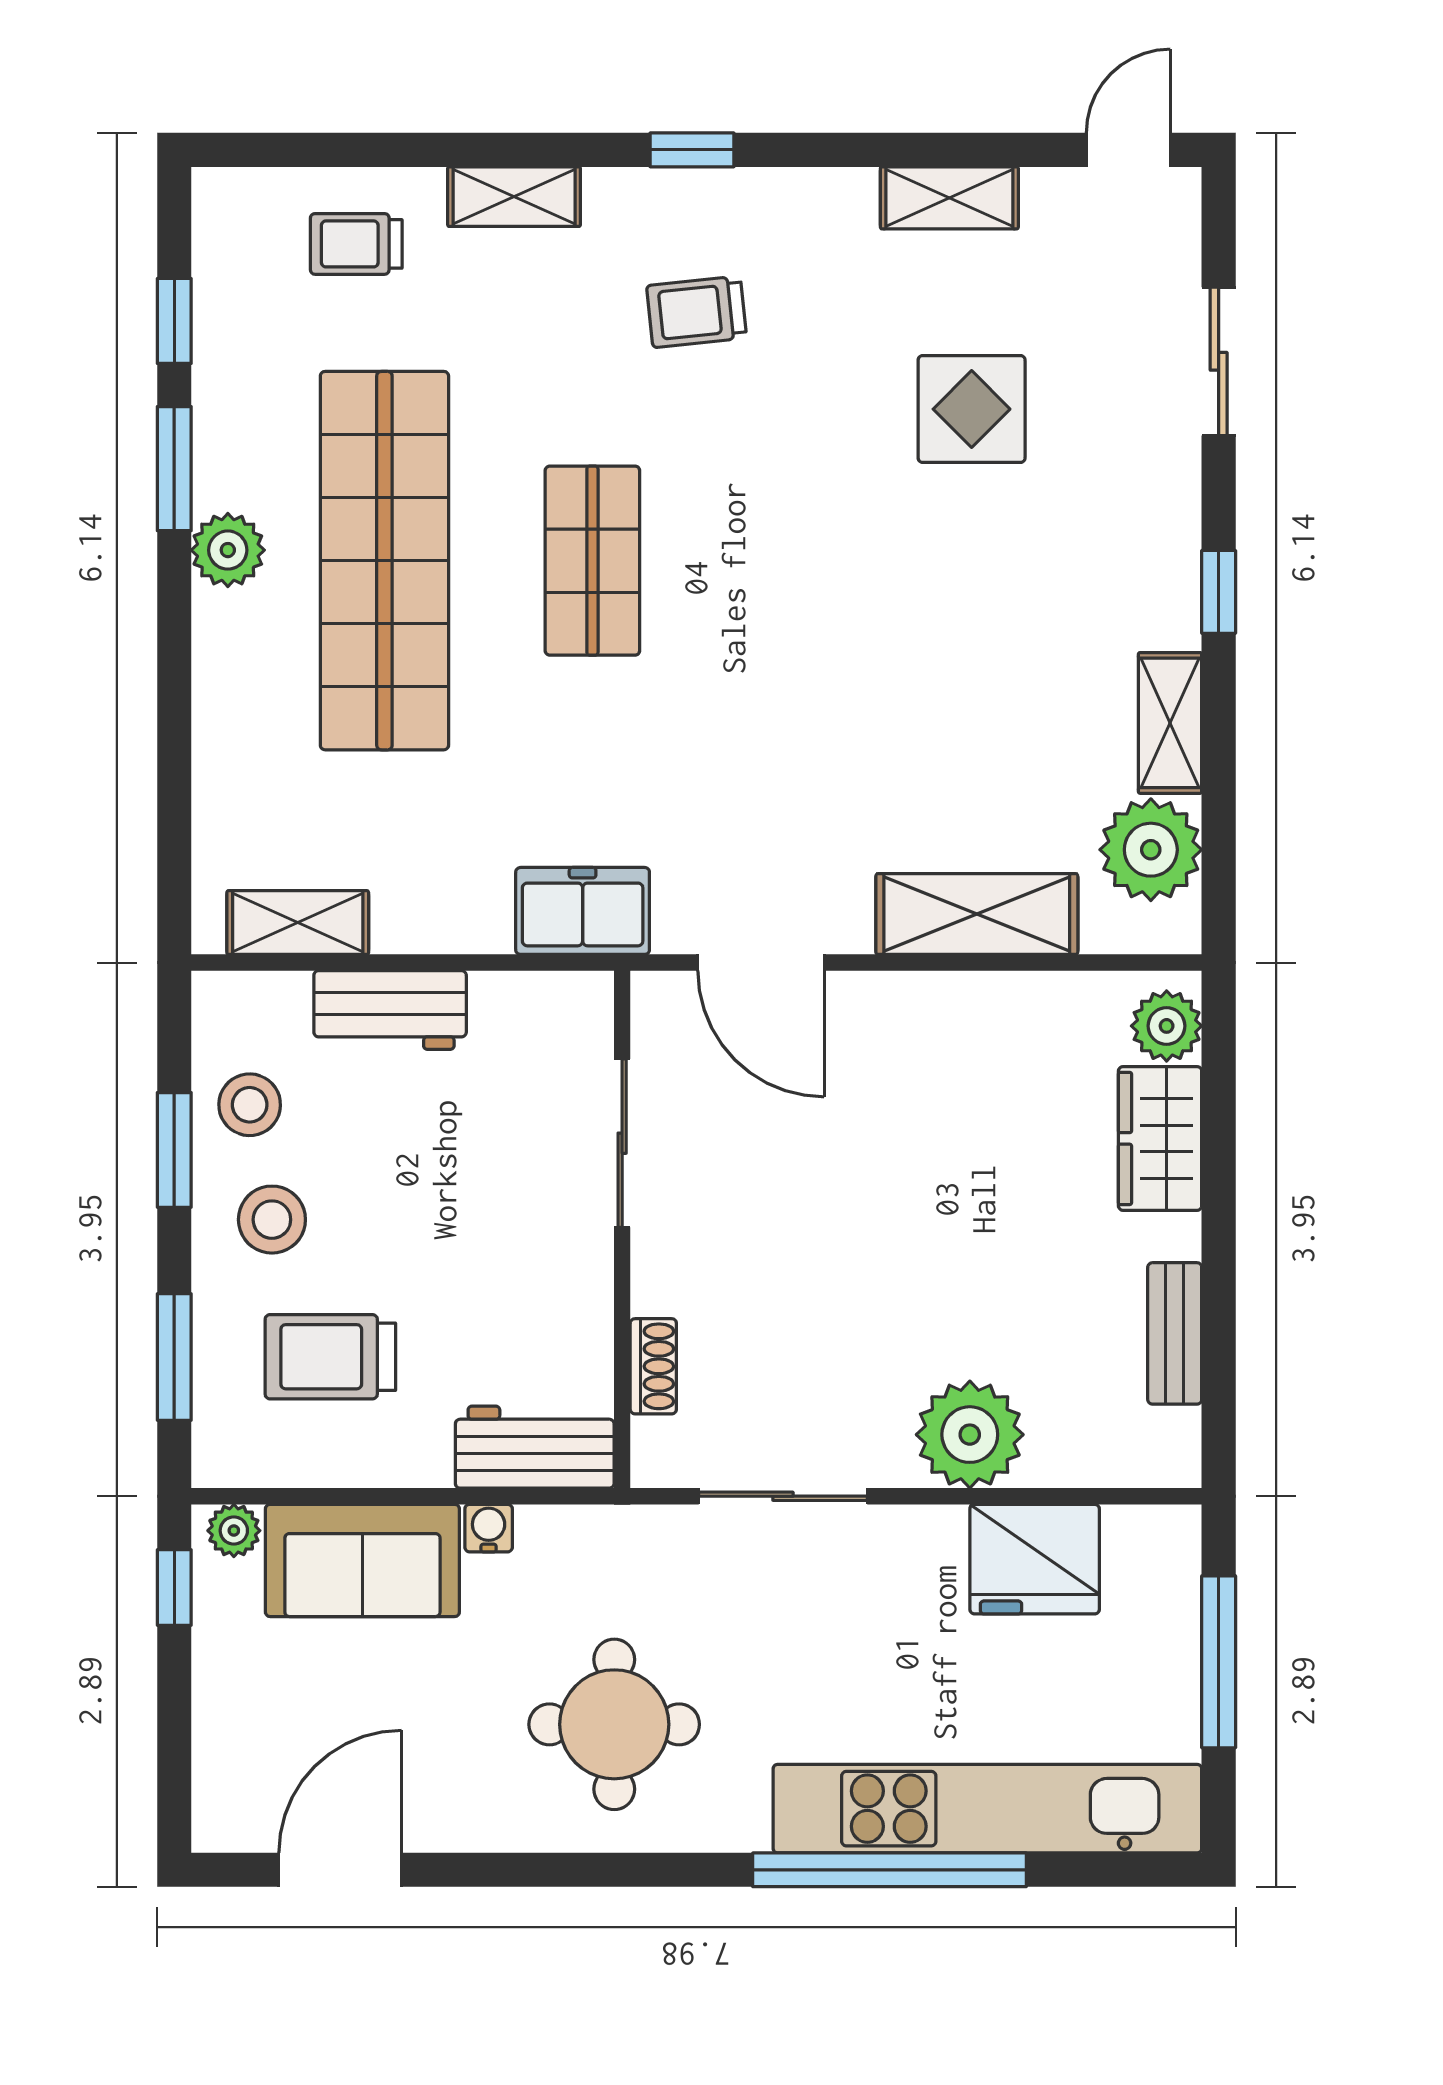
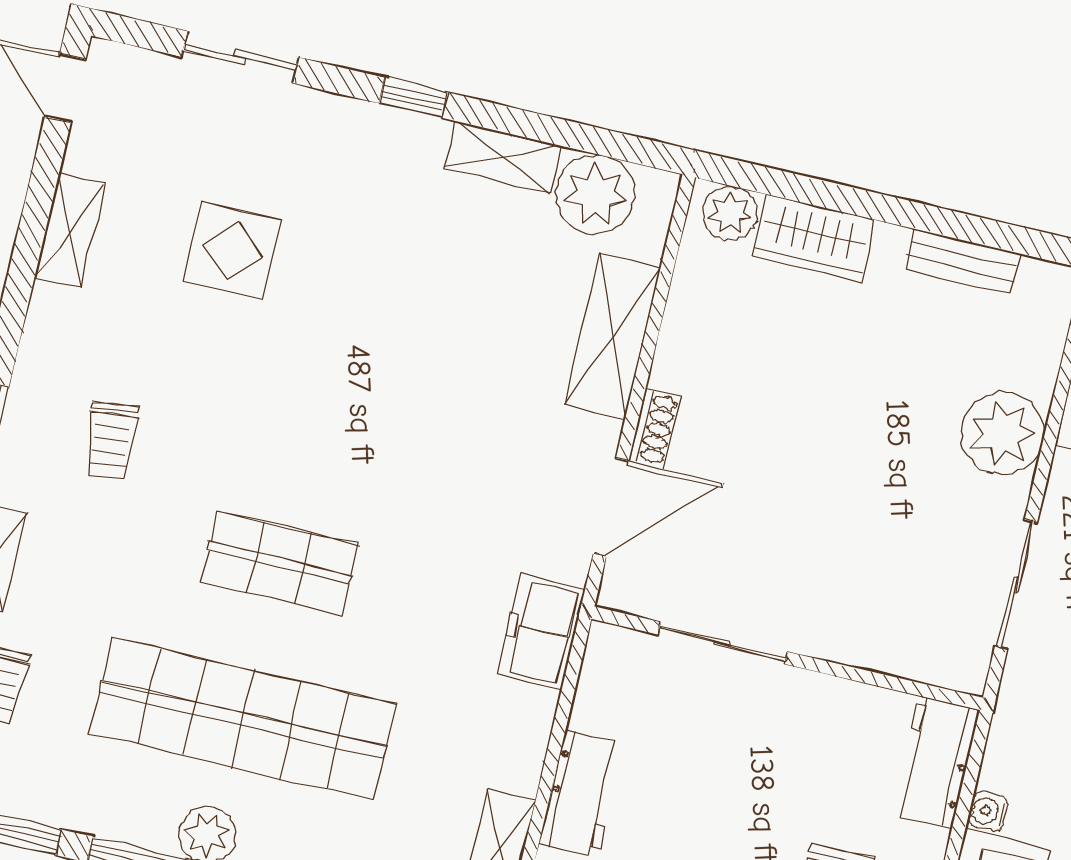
shoe rack: (653, 1366) -> (654, 428), moved, turned 90

